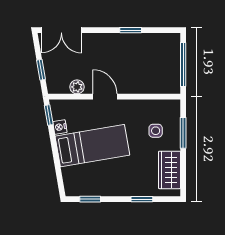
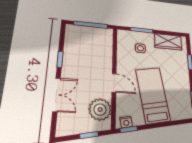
double door: (61, 30) -> (57, 95), moved
plant: (77, 87) -> (100, 110), width x1.88, depth x1.88
door: (105, 97) -> (114, 83), swing flipped
nightstand: (60, 127) -> (126, 122), moved

